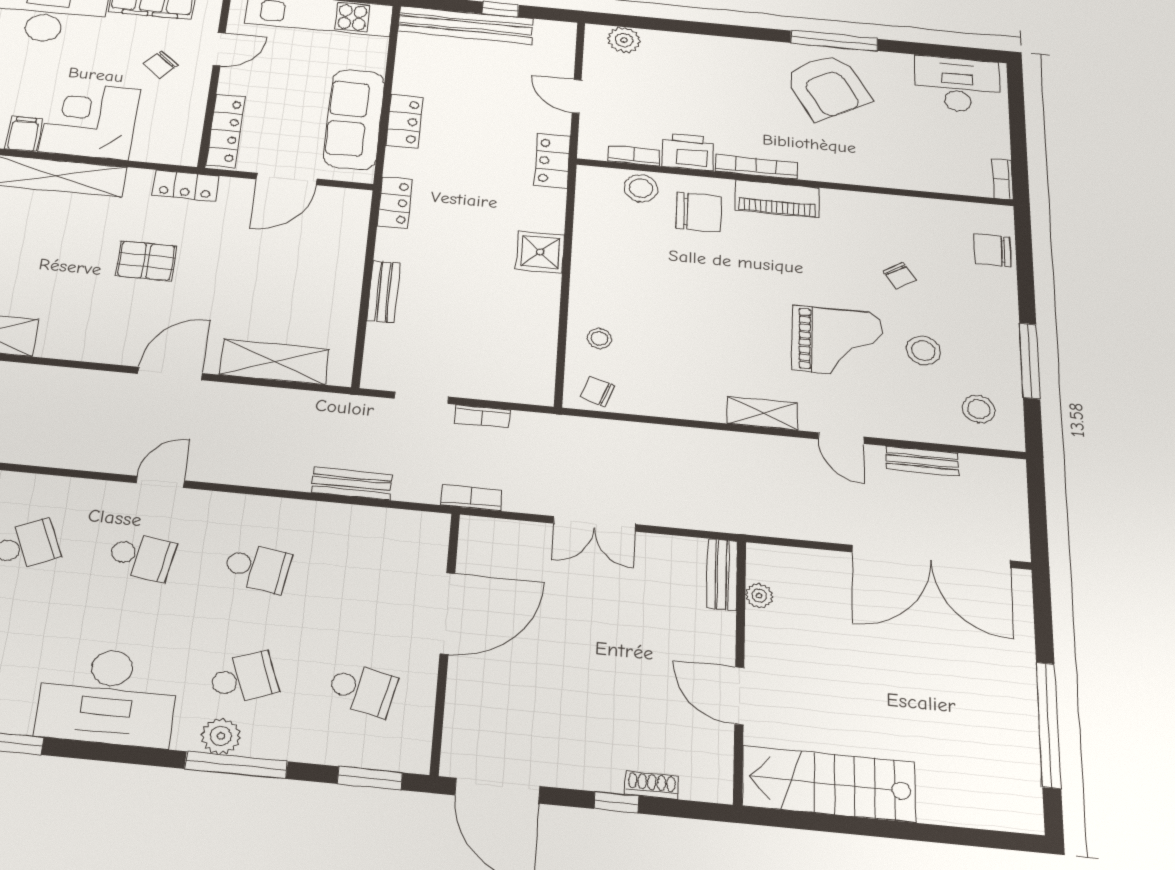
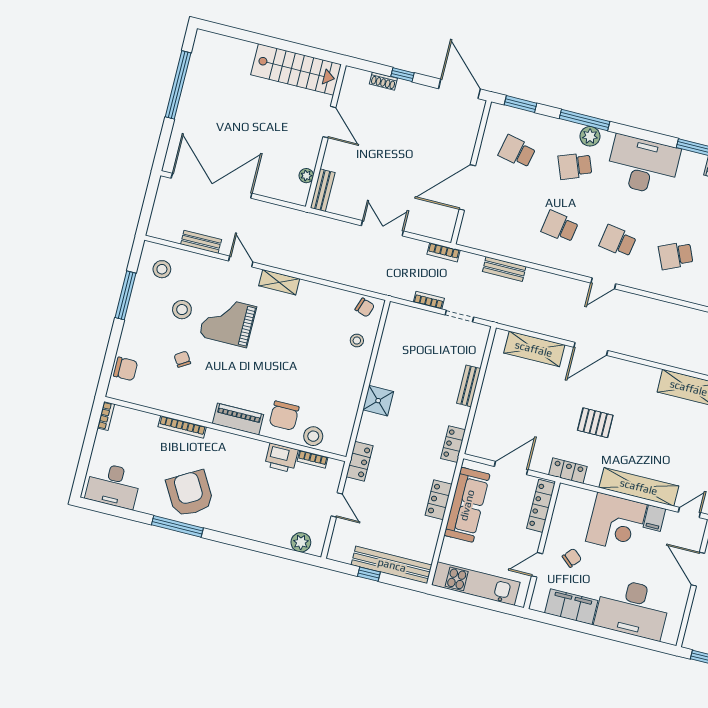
bookcase: (756, 167) -> (182, 427), moved
chair: (699, 212) -> (284, 416), turned -90

